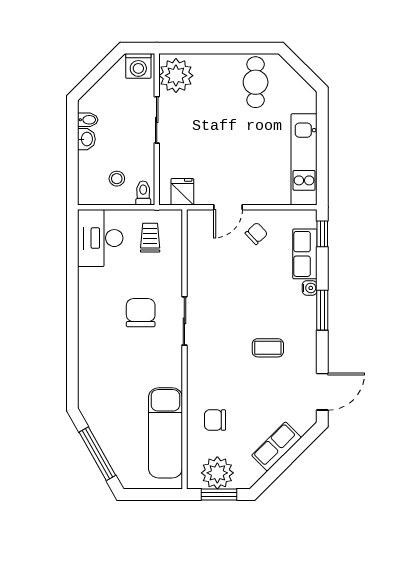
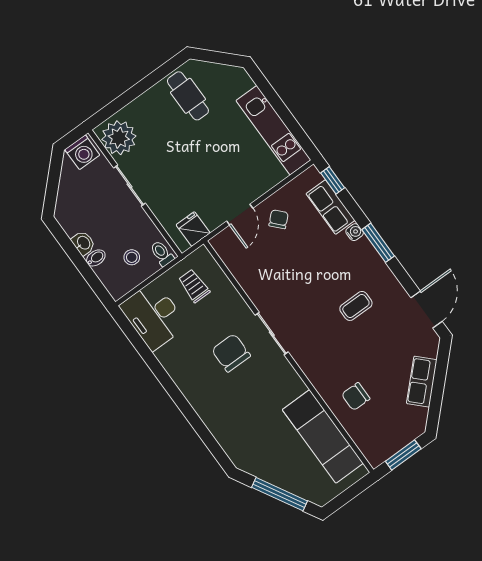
bidet: (88, 120) -> (96, 258), moved
plant: (217, 473) -> (389, 438), removed

